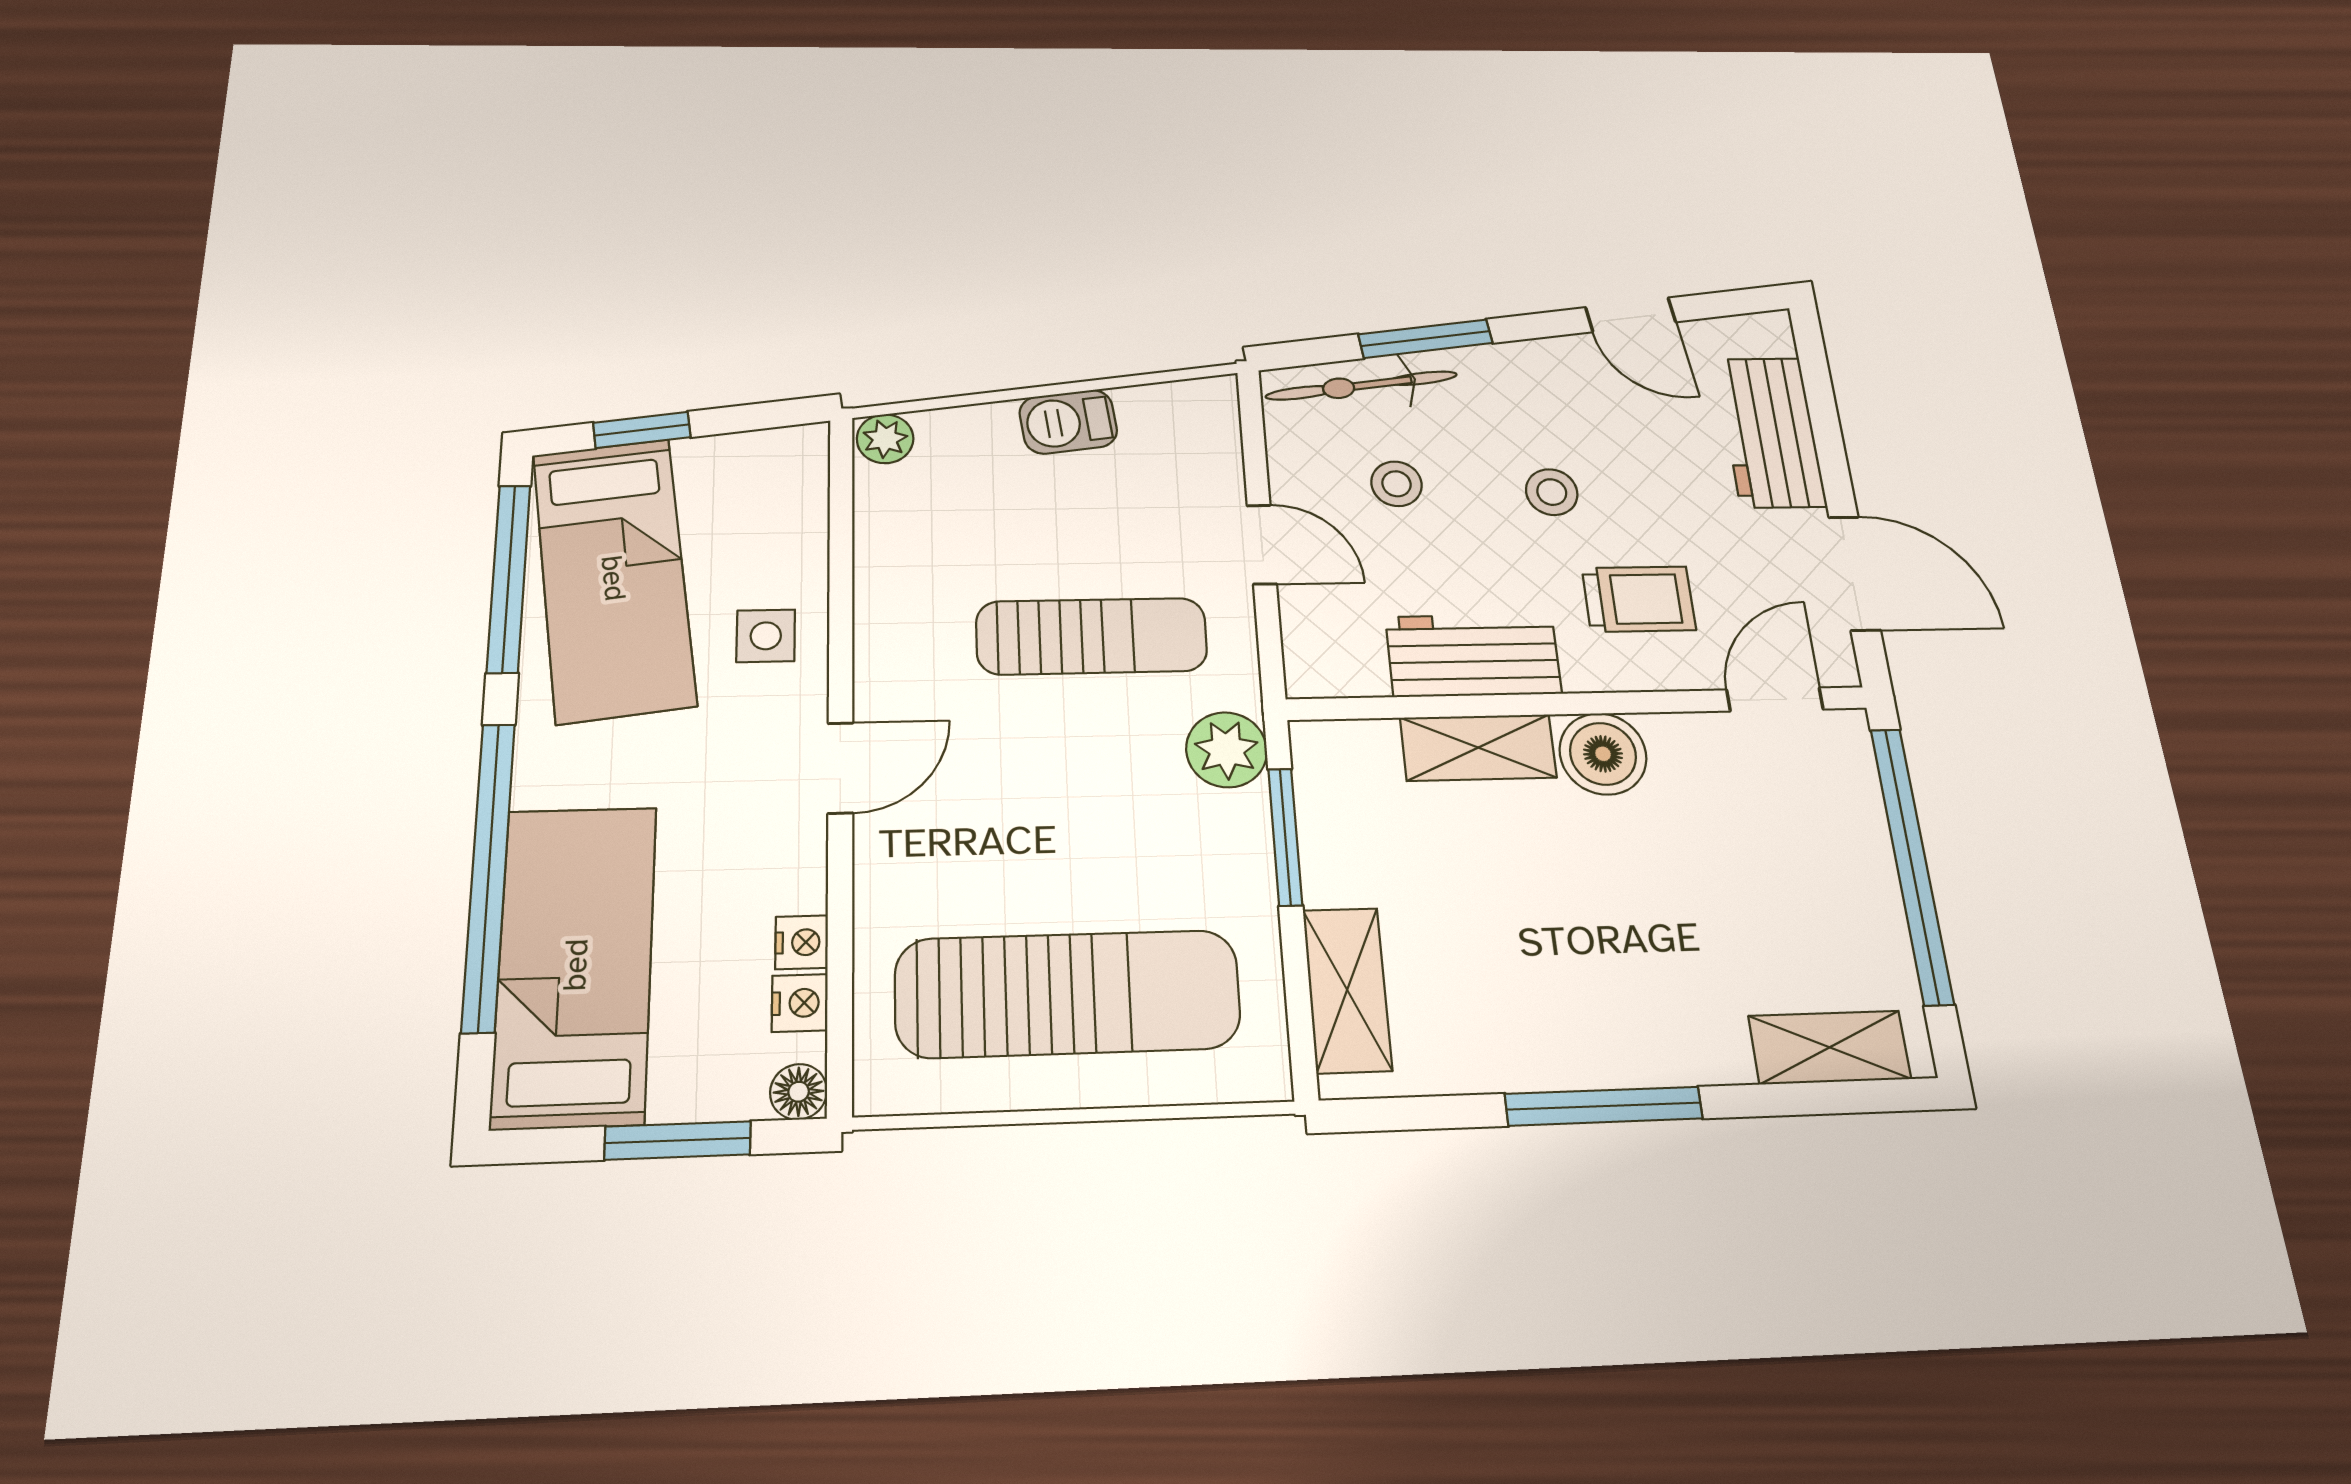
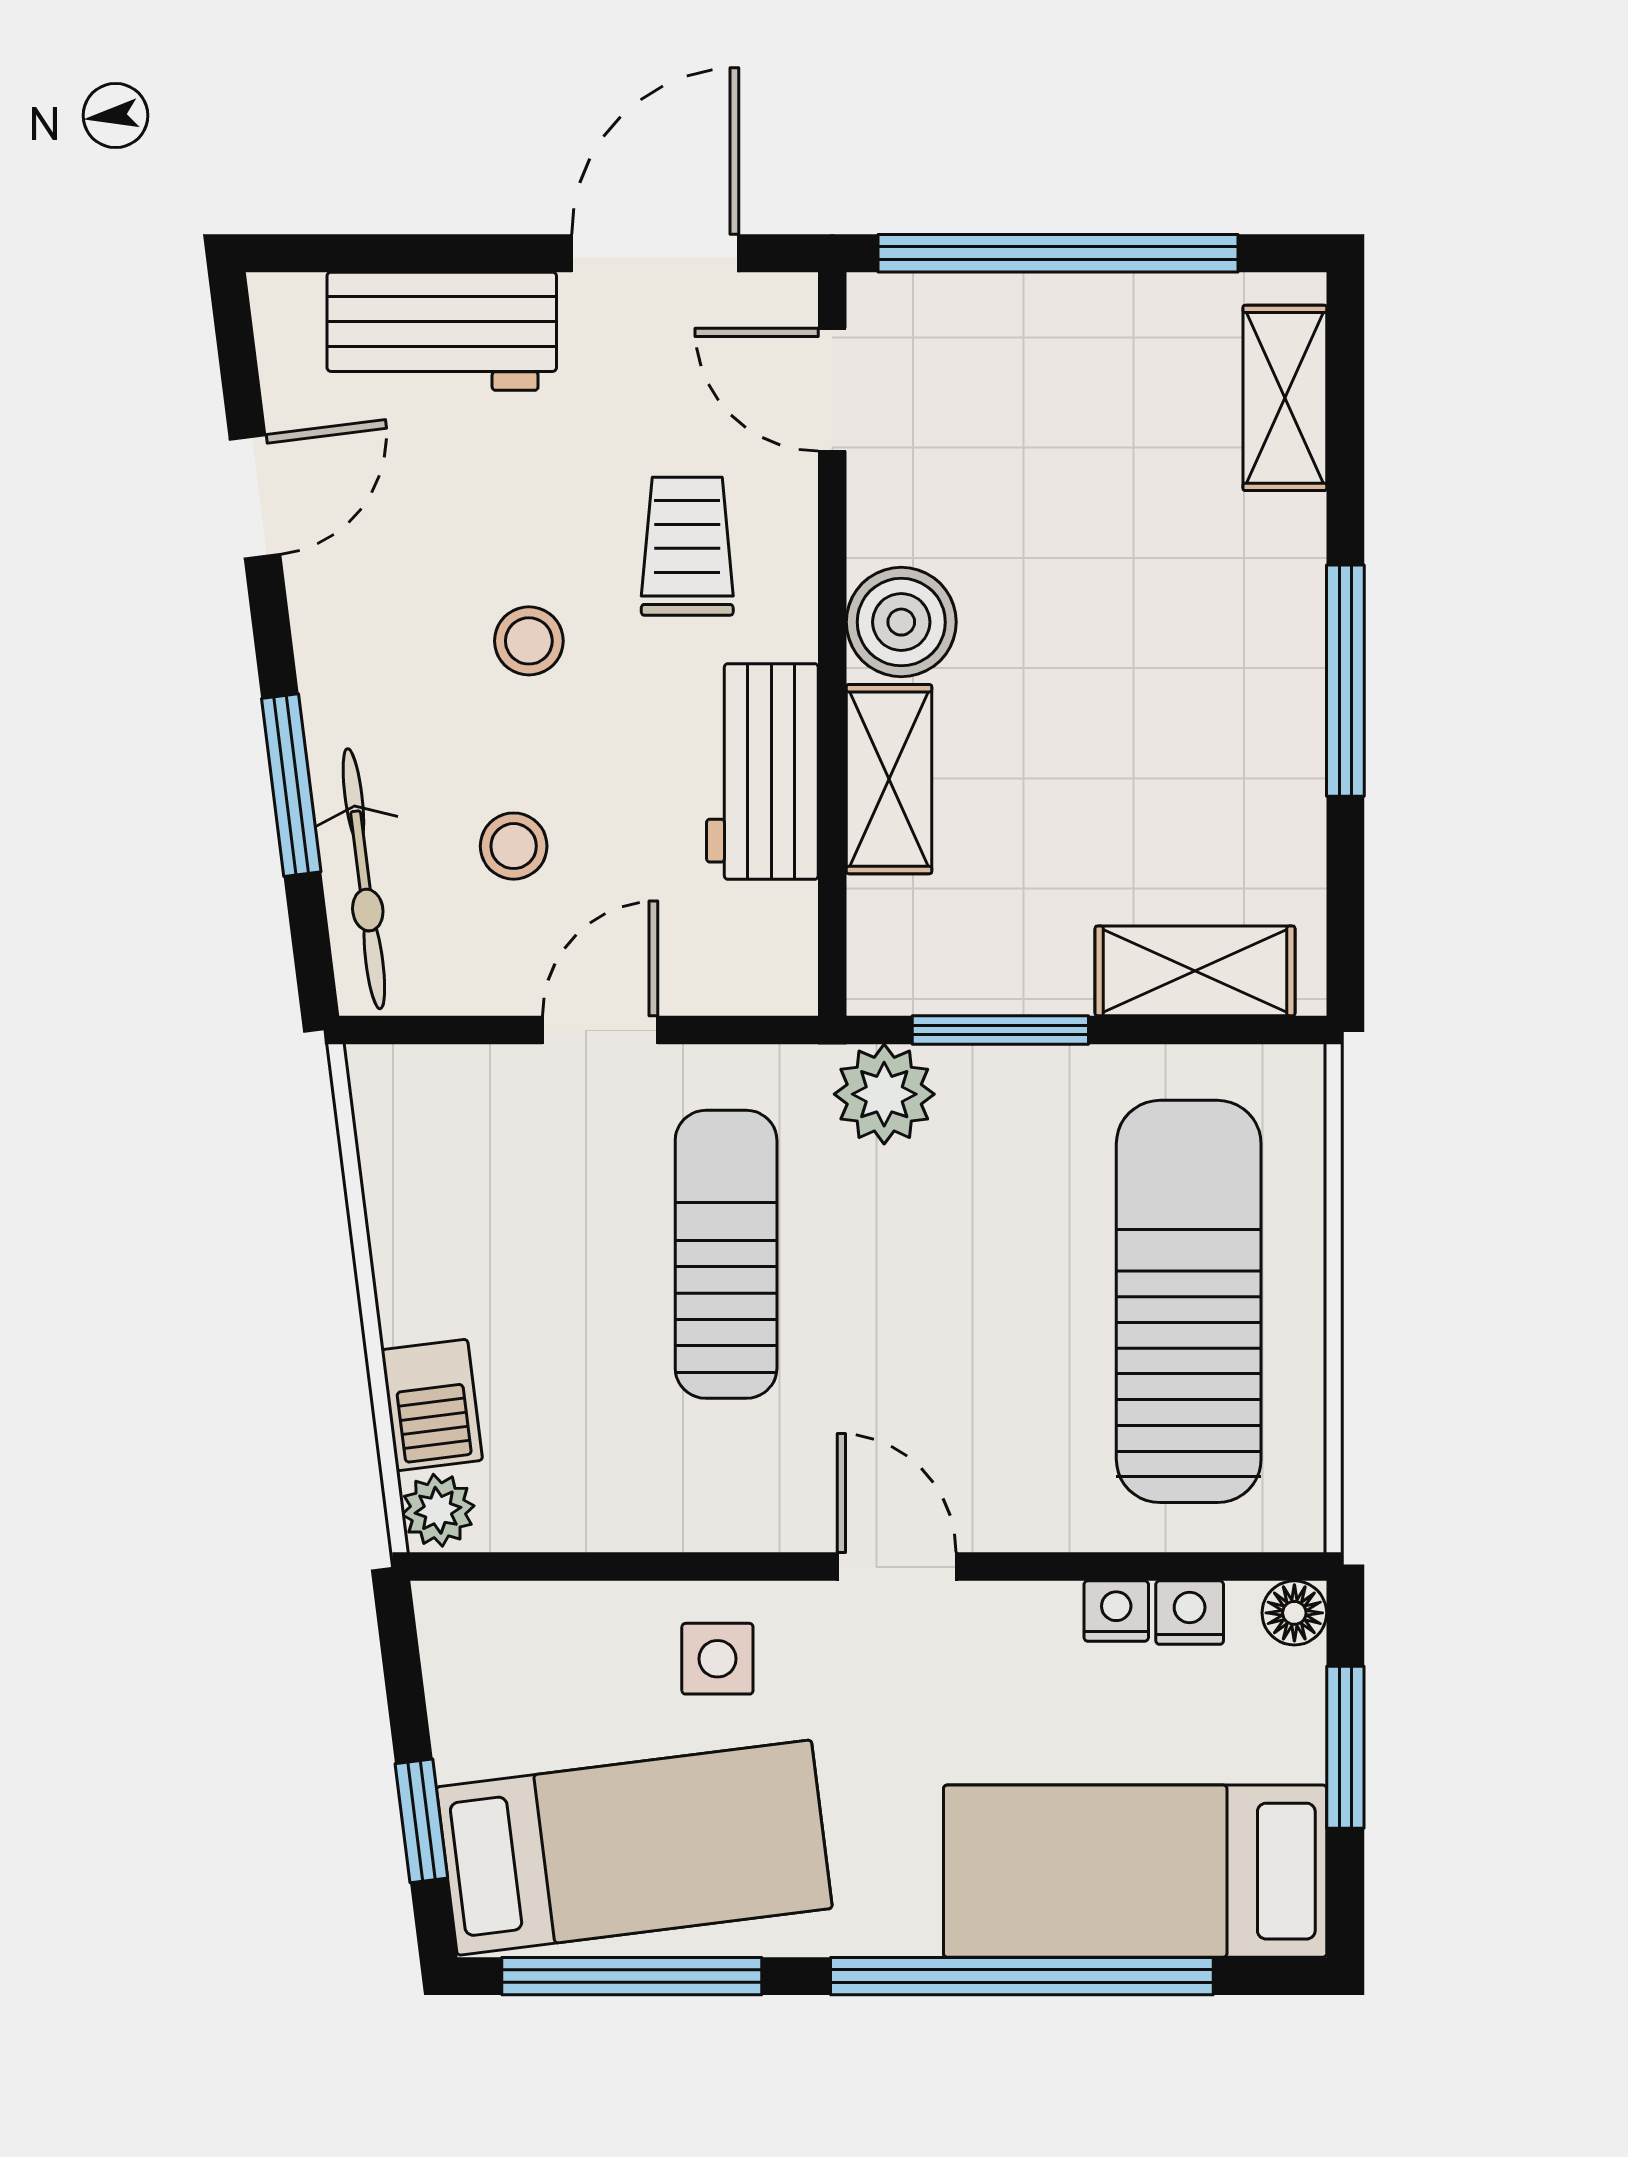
barbecue: (1068, 422) -> (432, 1405), moved

